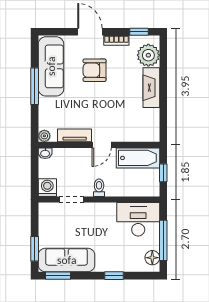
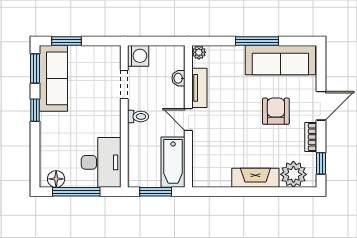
washbasin: (45, 153) -> (179, 78), moved
window: (163, 173) -> (156, 192), width x1.50
window: (114, 276) -> (35, 110), moved

